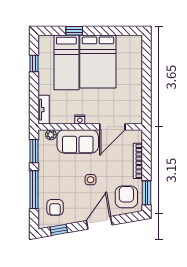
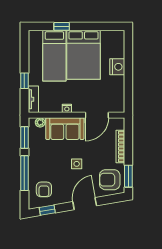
window: (34, 64) -> (24, 81), moved
nightstand: (134, 74) -> (117, 67), added
armchair: (126, 197) -> (110, 180), turned -90

